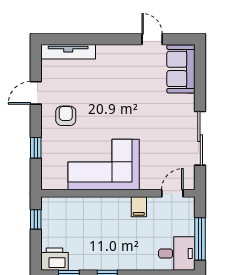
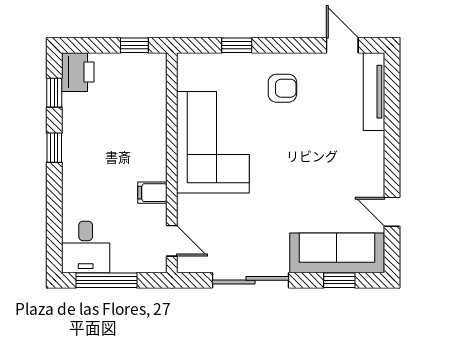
door: (152, 39) -> (392, 212), swing flipped
sofa: (181, 69) -> (337, 253), width x1.36
window: (200, 76) -> (339, 280), added
door: (36, 93) -> (342, 45), moved

